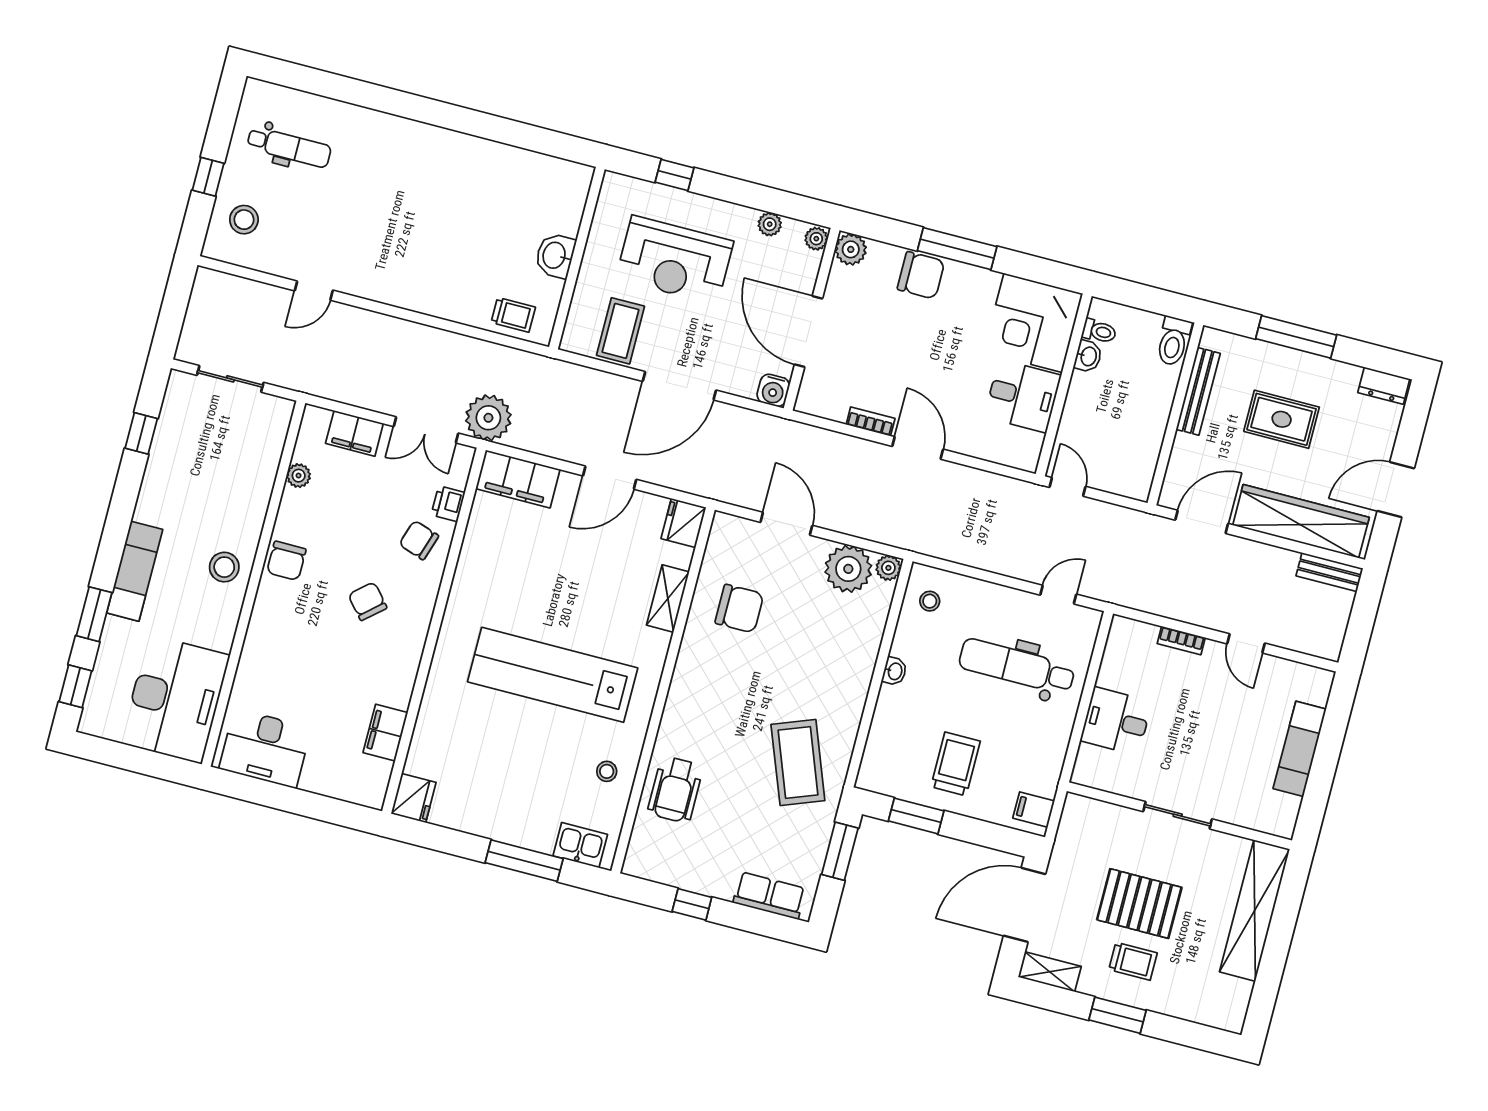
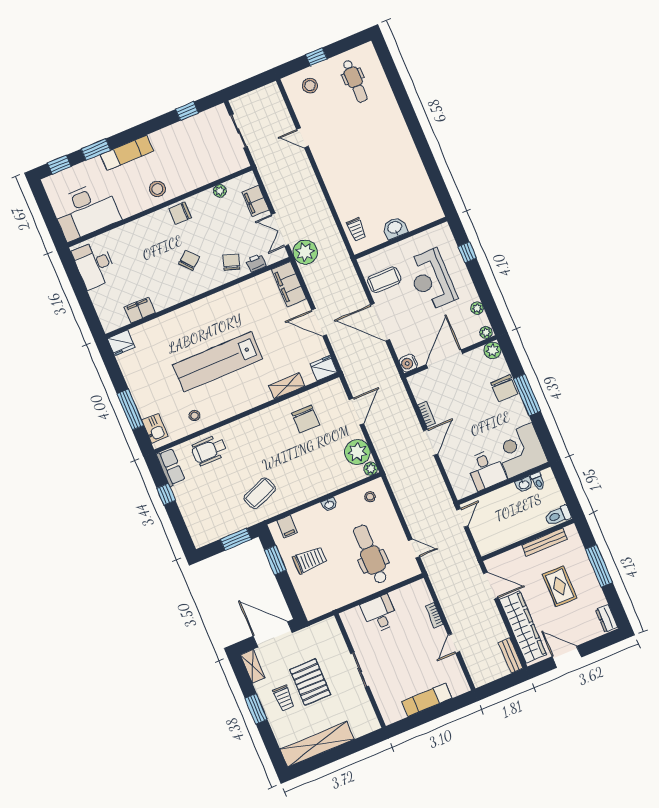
lab bench: (553, 675) -> (218, 362), turned -90
coffee table: (798, 762) -> (260, 493), width x0.73, depth x0.76
filing cabinet: (1034, 810) -> (287, 527), moved, turned 180
row of seats: (769, 896) -> (171, 467), moved
shelving: (1255, 910) -> (317, 744), moved

